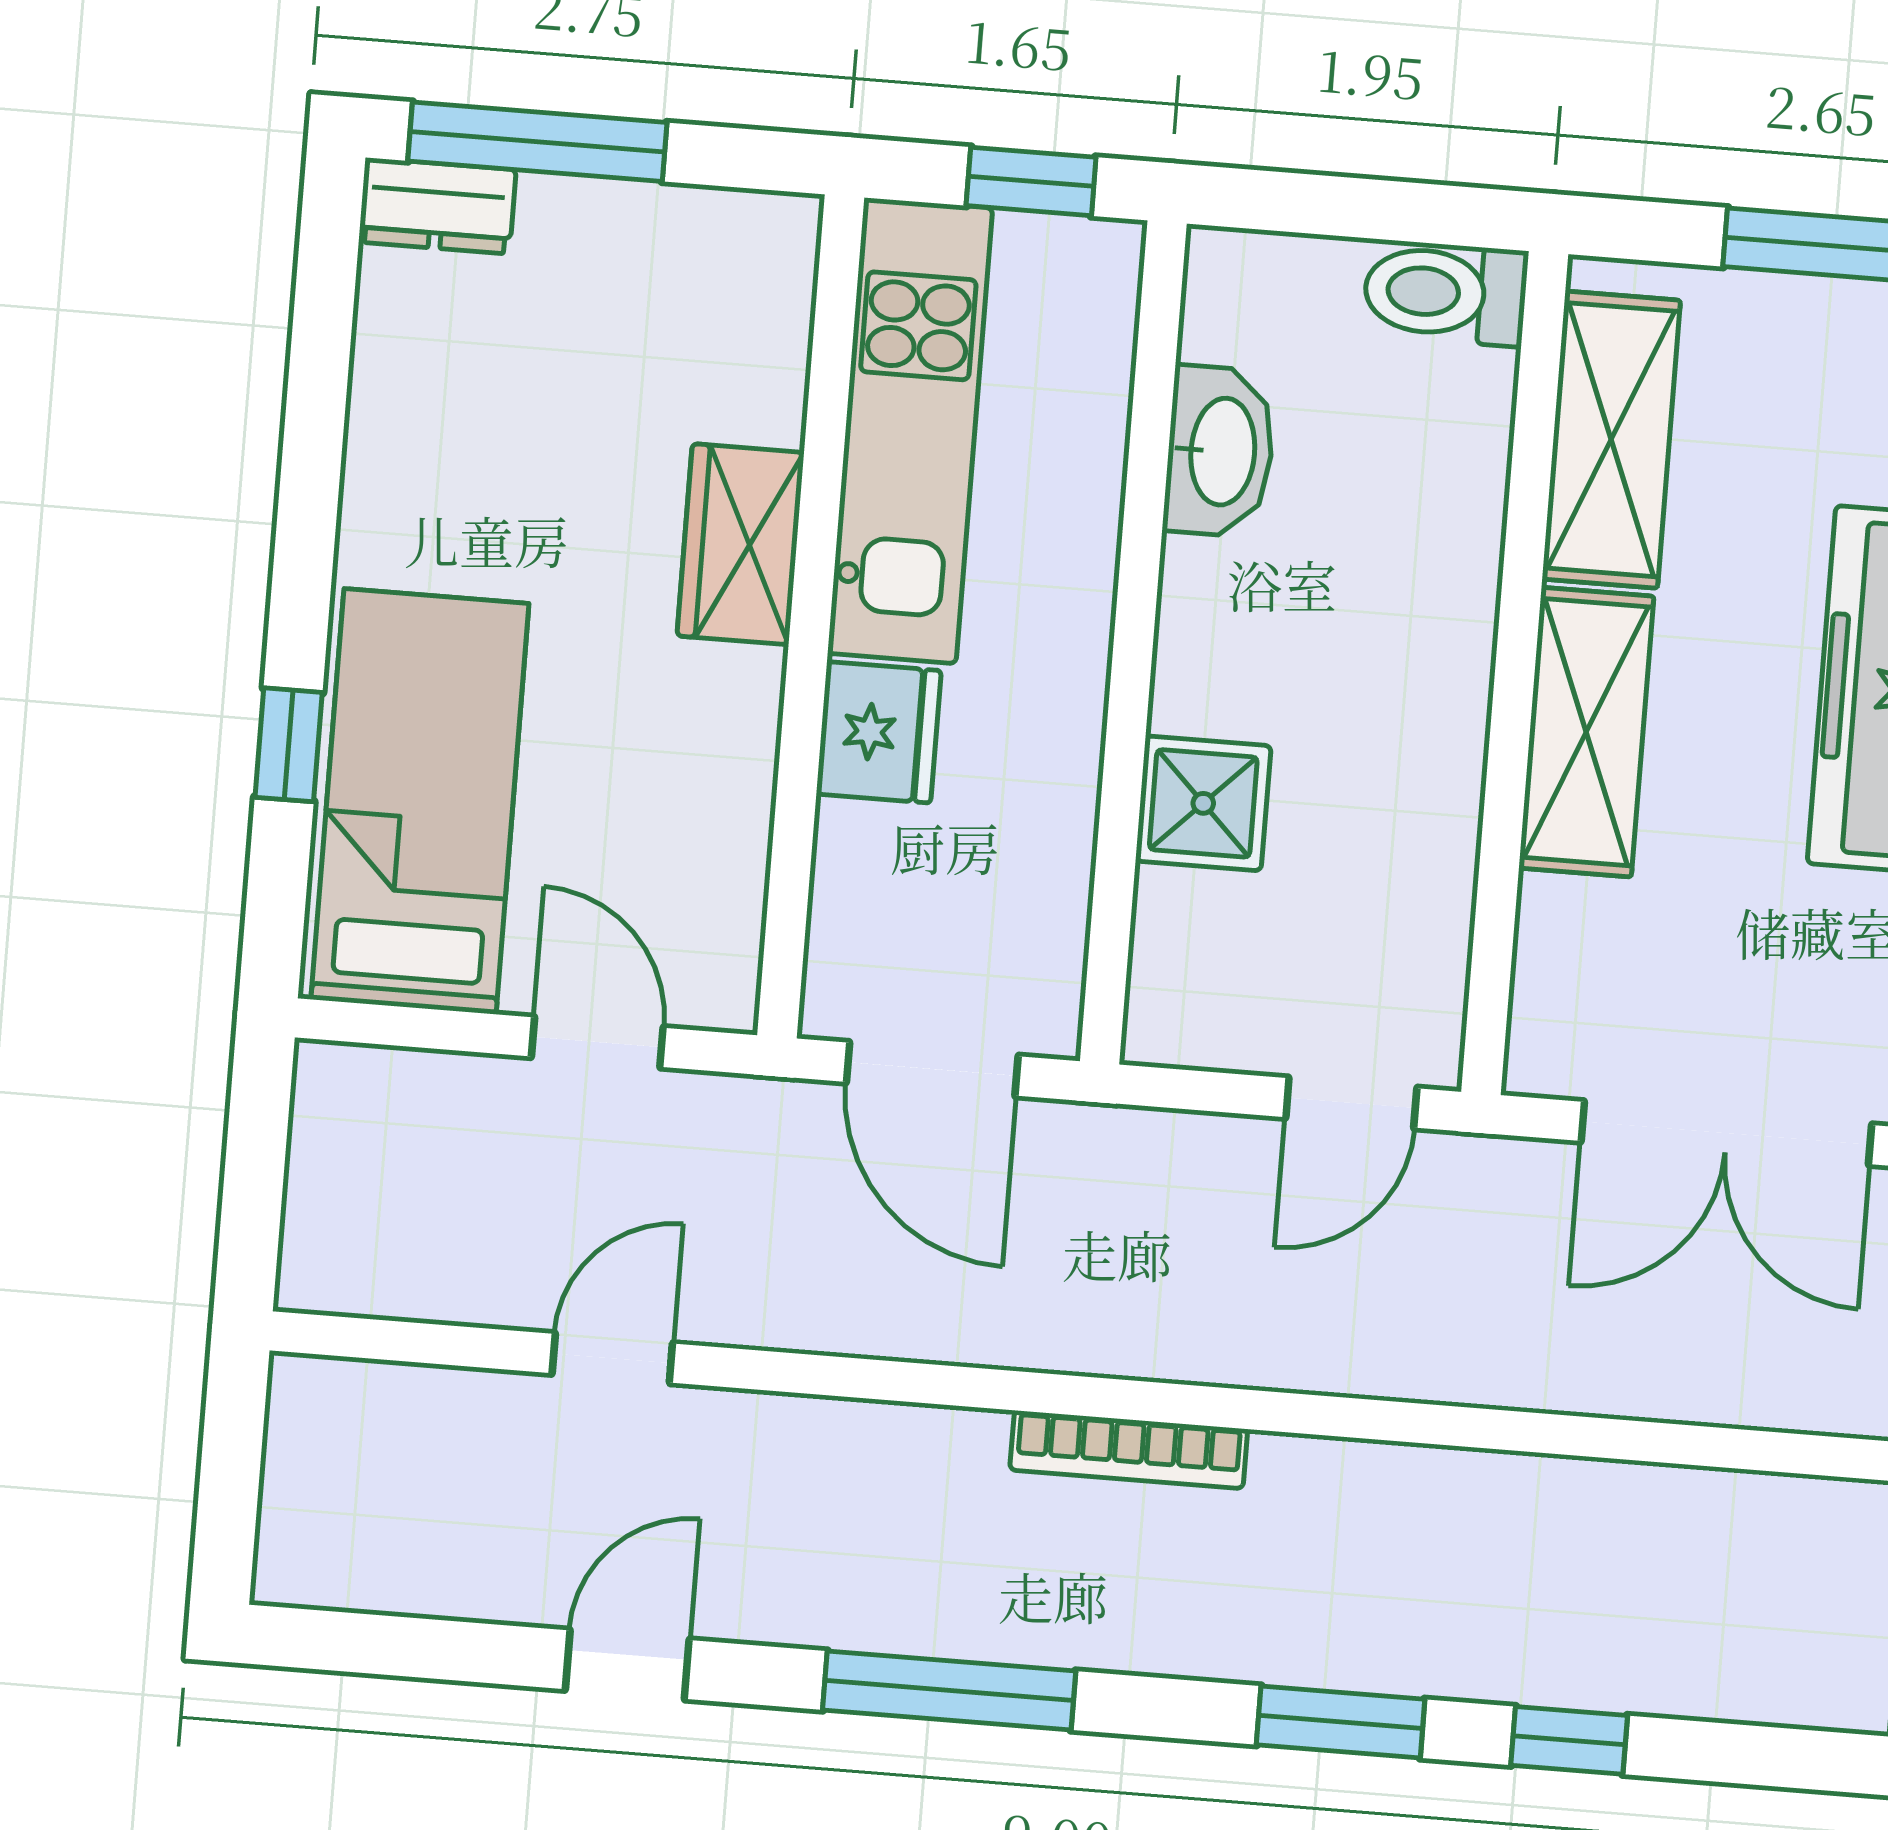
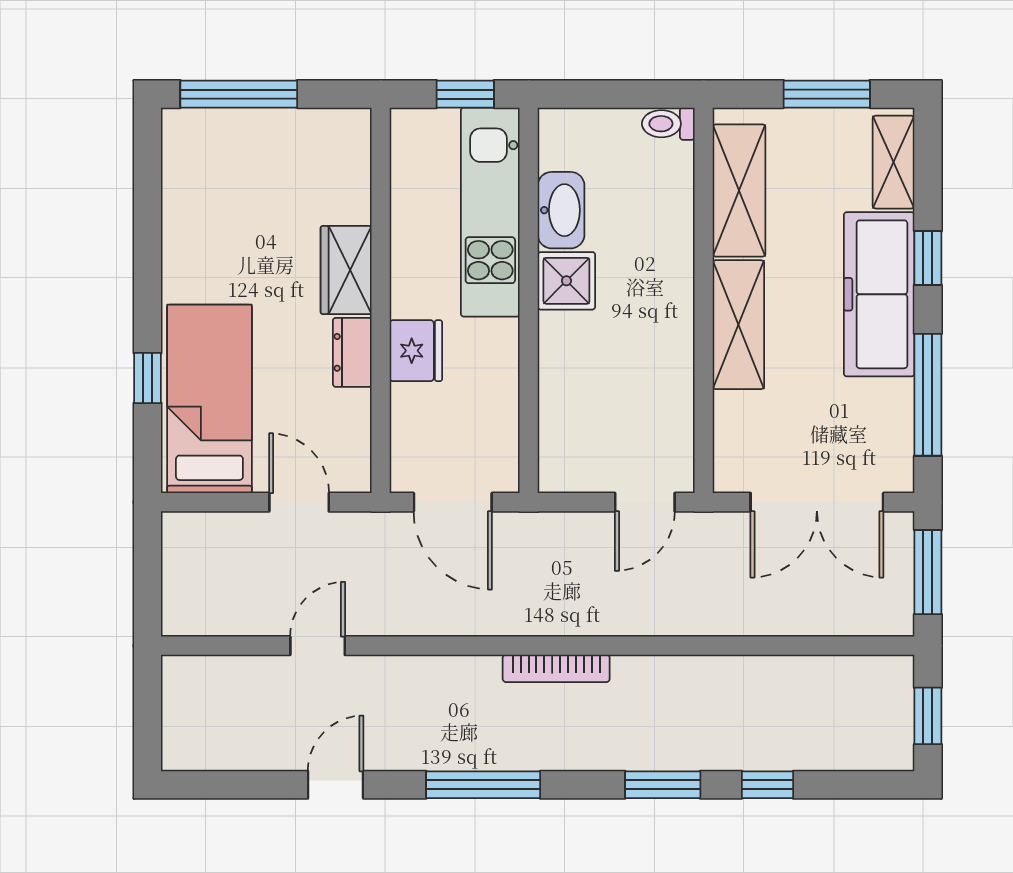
dresser: (437, 206) -> (352, 352), moved, turned 90
toilet: (1446, 293) -> (668, 124), width x0.73, depth x0.72
kitchen unit: (910, 431) -> (490, 212), moved, turned 180
shower: (1203, 803) -> (566, 281), moved

